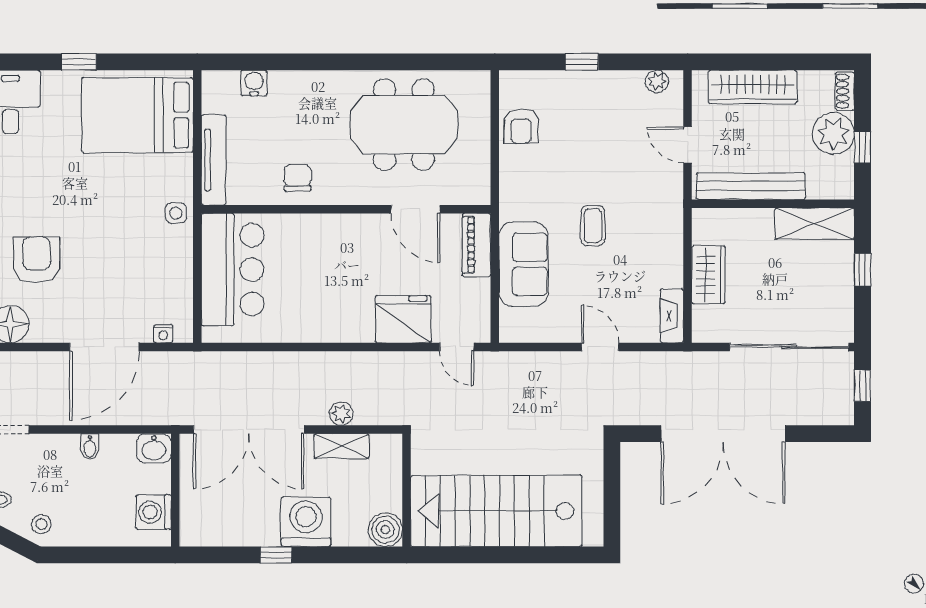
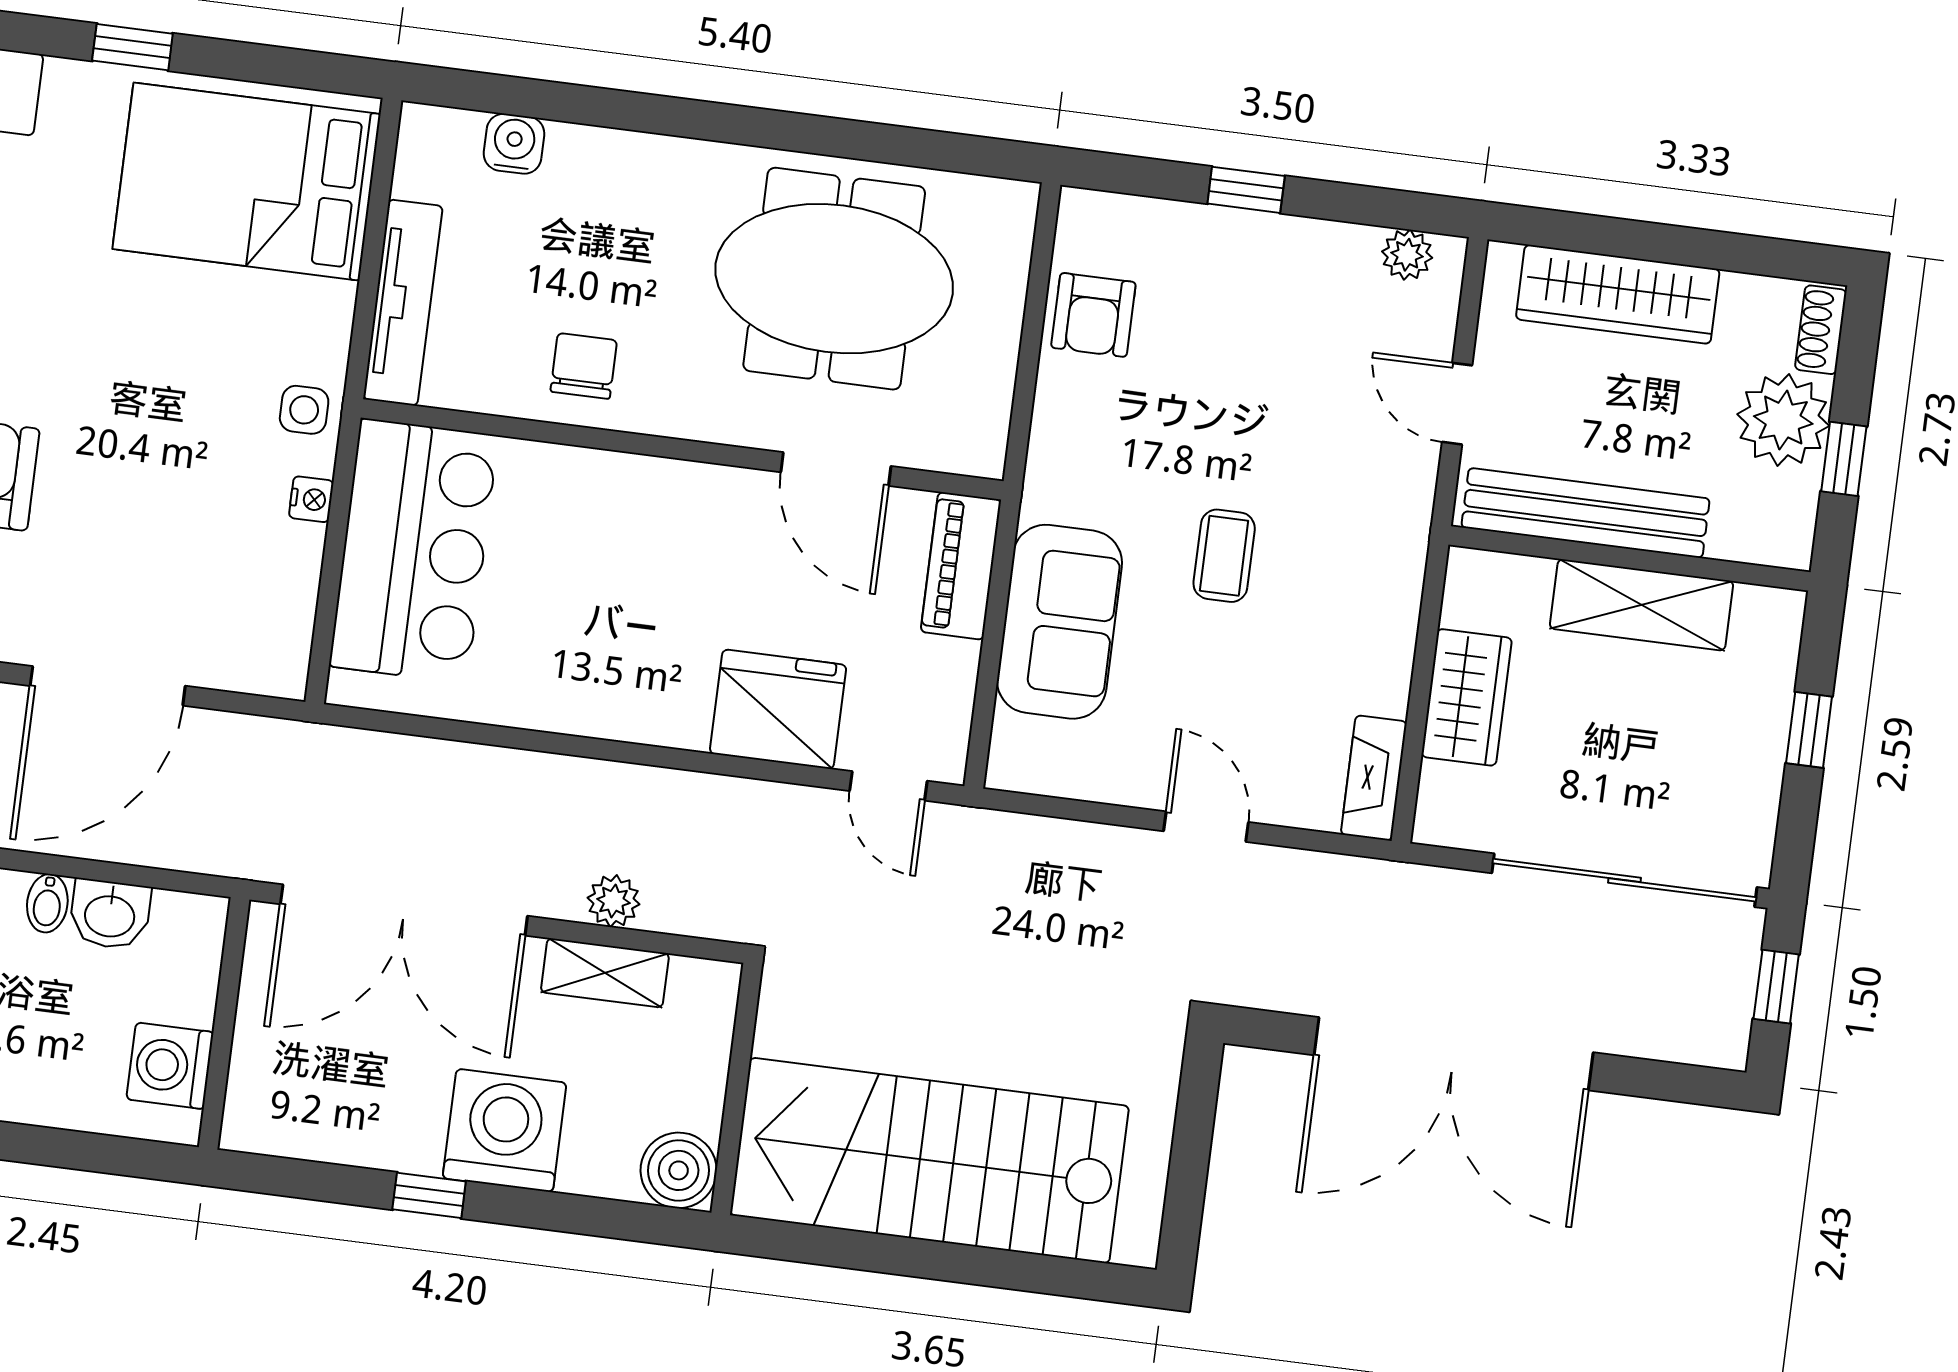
shelving: (815, 224) -> (1641, 605), moved
nightstand: (163, 334) -> (311, 499), moved, turned -90
washbasin: (154, 448) -> (110, 914), moved

